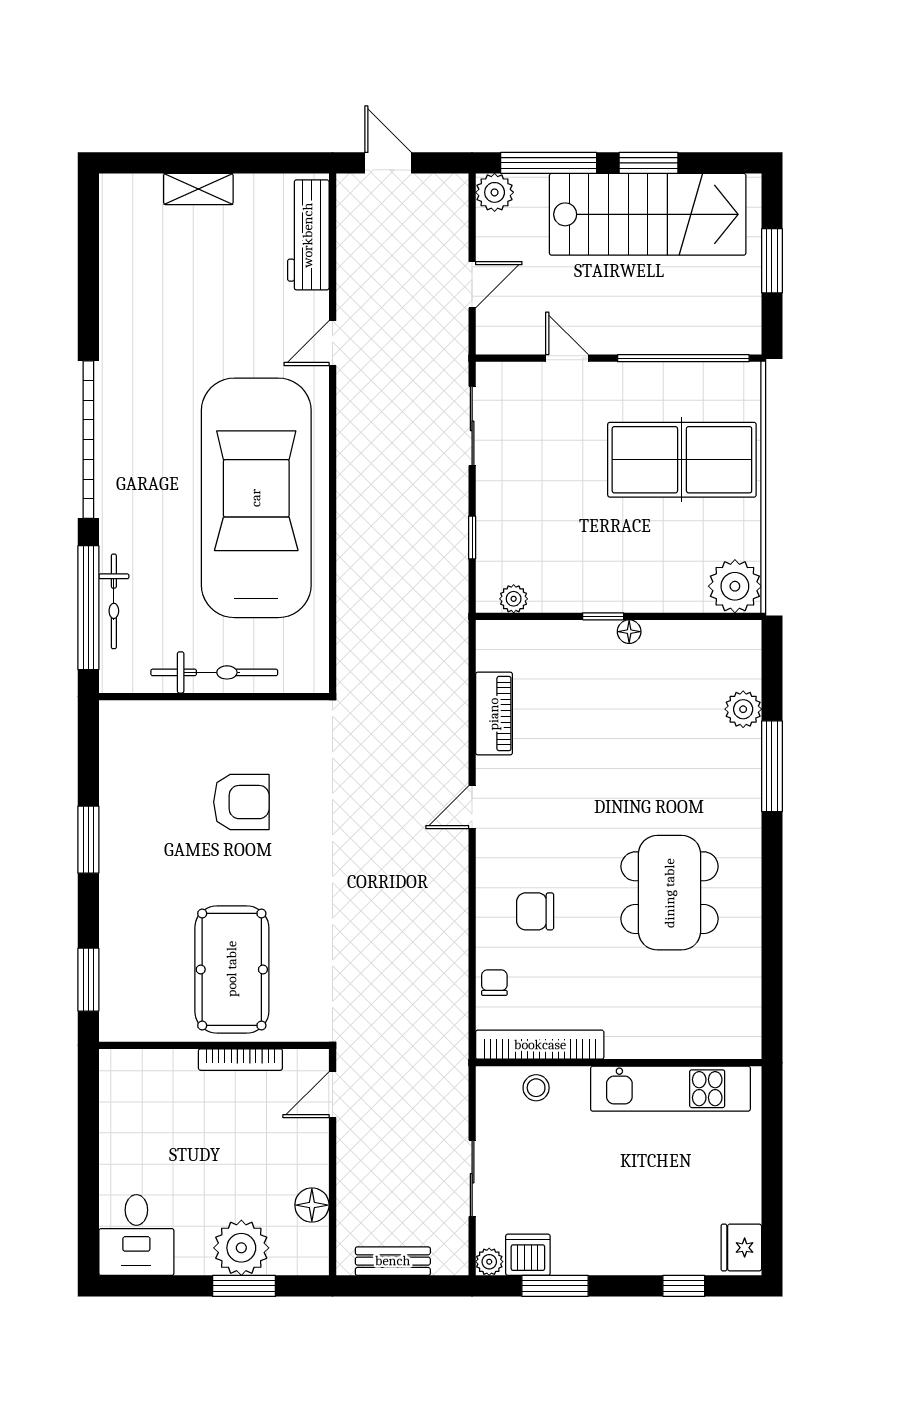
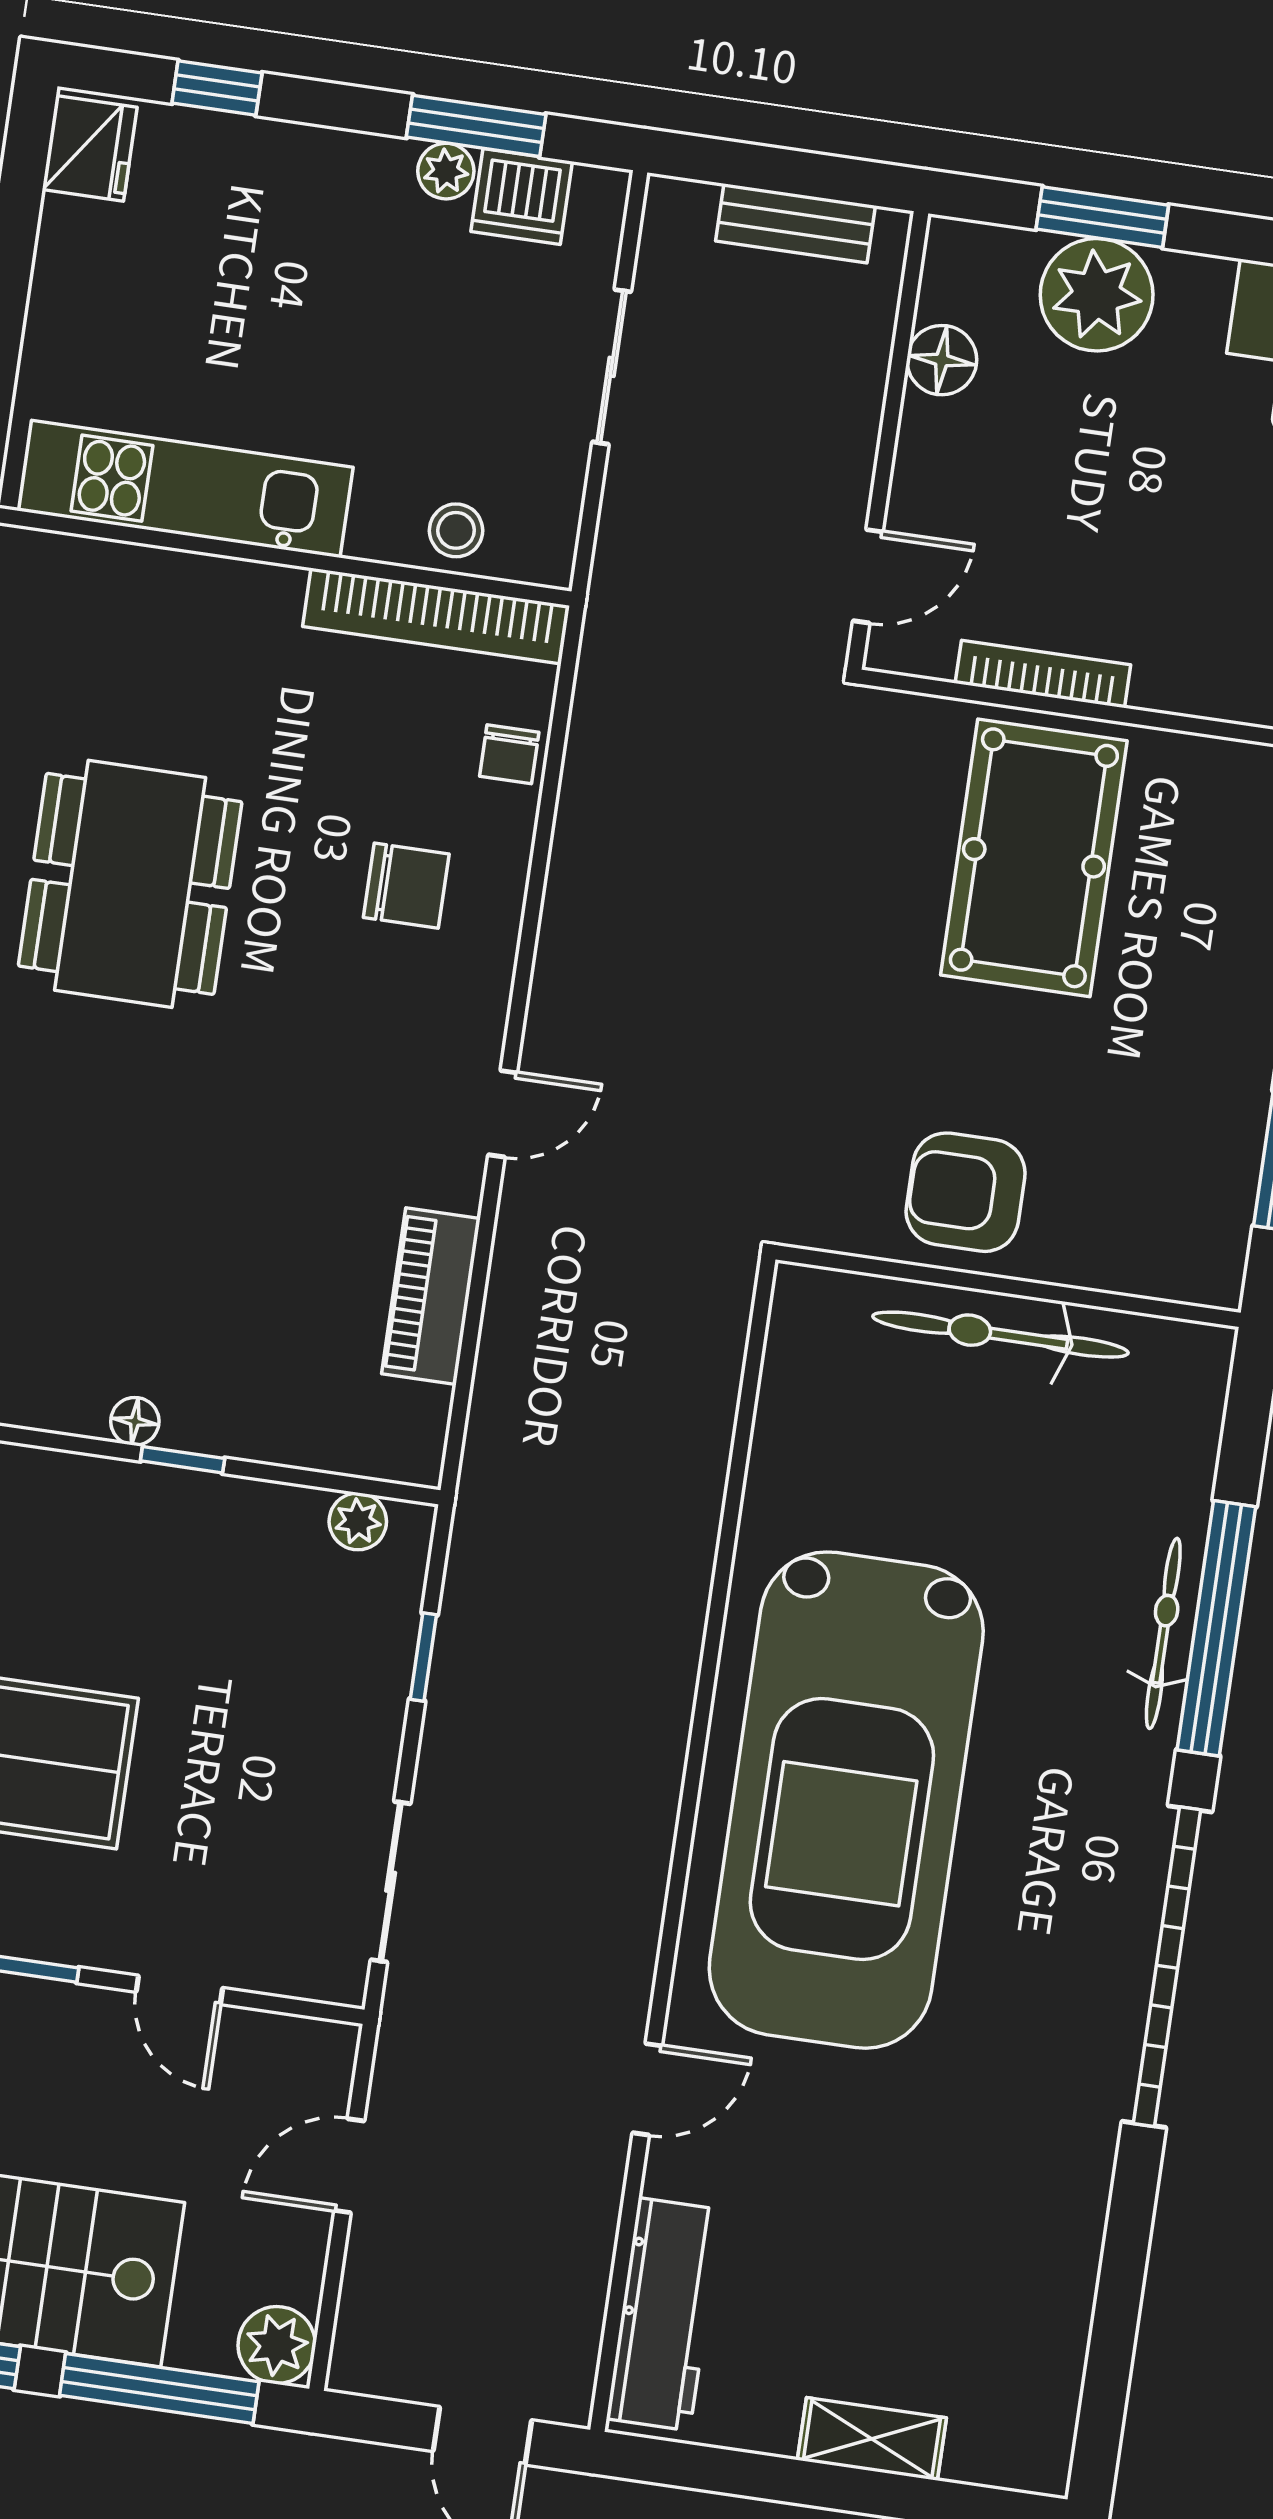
bicycle: (214, 672) -> (1000, 1335), moved
wall: (214, 697) -> (1008, 1286), moved
plant: (489, 1262) -> (446, 171), moved

